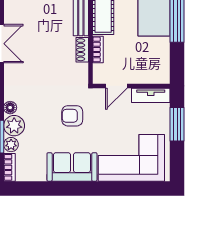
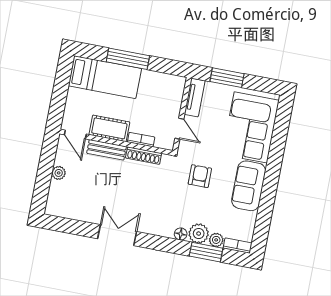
shoe rack: (82, 50) -> (144, 156), width x1.43
armchair: (72, 116) -> (200, 176), turned 180

